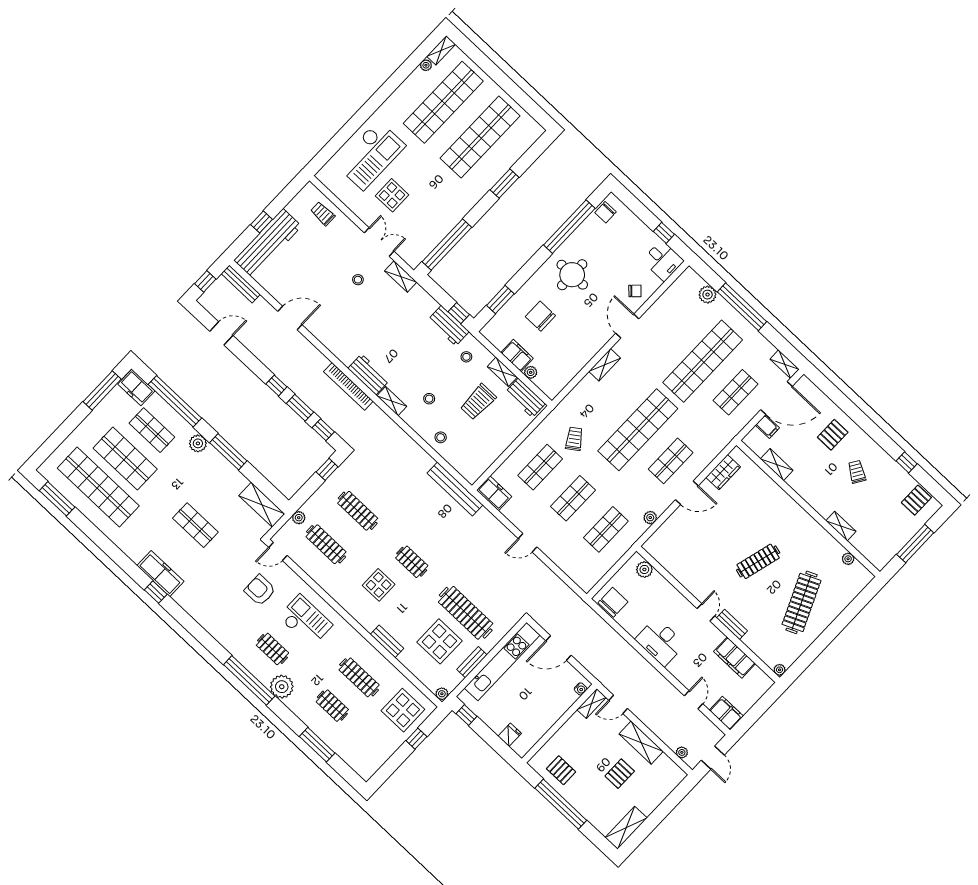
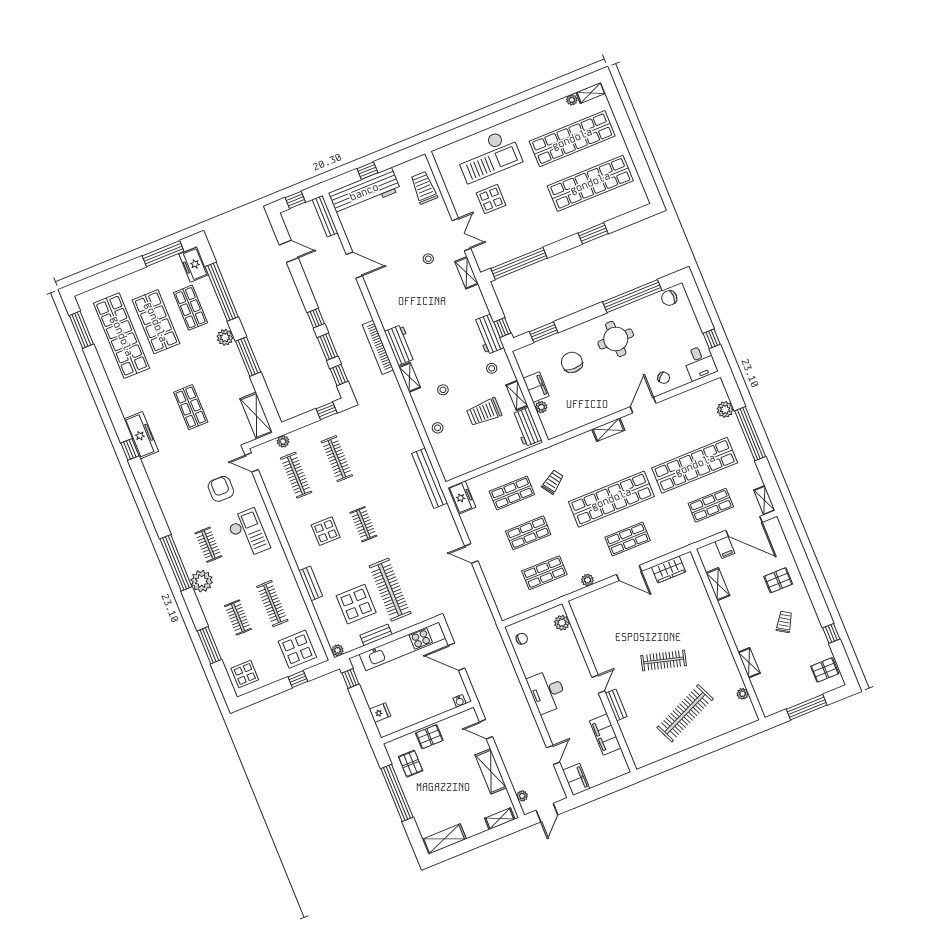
trolley: (323, 214) -> (424, 188), width x1.36, depth x1.39
chair: (613, 602) -> (522, 639), width x0.54, depth x0.54
plant: (780, 670) -> (639, 763), removed
shelving: (592, 704) -> (500, 819), moved
display table: (363, 757) -> (245, 674), added
pallet: (620, 774) -> (429, 737), moved

